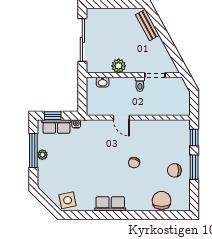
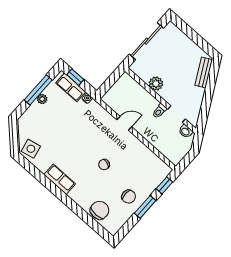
washbasin: (103, 82) -> (186, 131), moved
door: (121, 118) -> (124, 123), swing flipped
chair: (174, 170) -> (129, 197), turned 180

